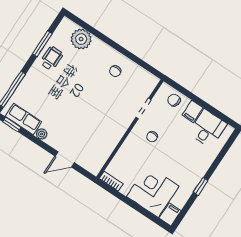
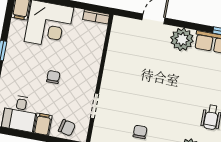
plant: (42, 134) -> (182, 39), width x1.88, depth x1.88
chair: (152, 137) -> (53, 77), moved

